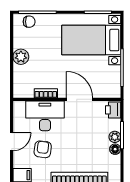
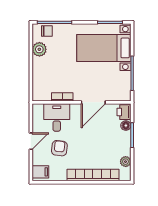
plant: (21, 57) -> (39, 49), moved
door: (80, 99) -> (93, 102), swing flipped
desk: (45, 116) -> (57, 117), width x0.73
plant: (115, 137) -> (126, 162), moved
floor lamp: (115, 149) -> (126, 126), moved

